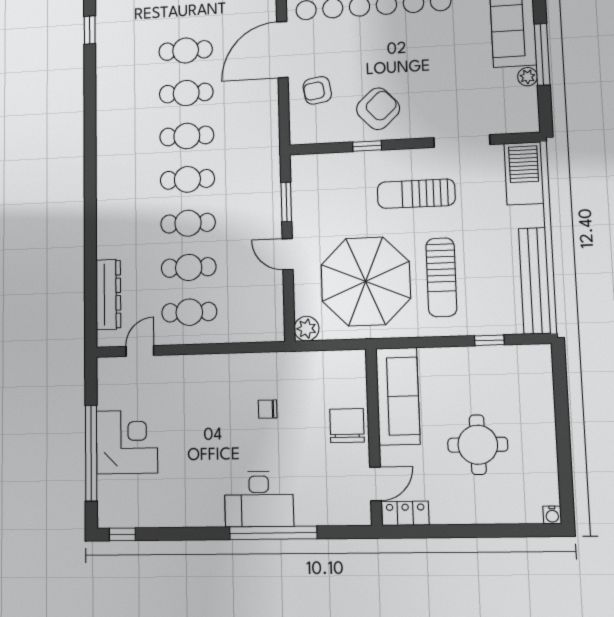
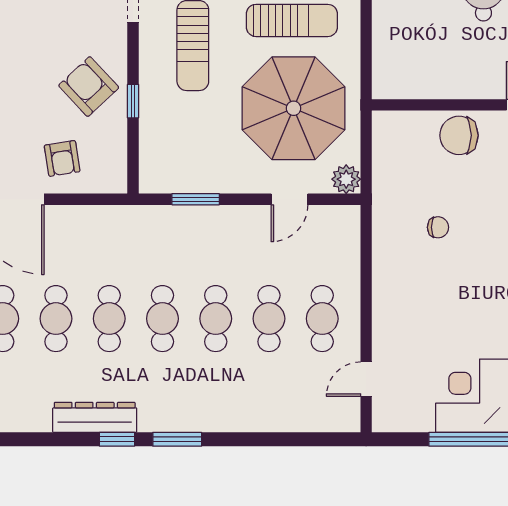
window: (90, 147) -> (117, 439), added
window: (90, 196) -> (177, 439), added
door: (288, 254) -> (289, 199), moved
dresser: (108, 294) -> (95, 417), moved
door: (140, 351) -> (366, 379), hinge flipped
sofa: (398, 396) -> (427, 76), removed
chair: (268, 409) -> (438, 227), turned -90

